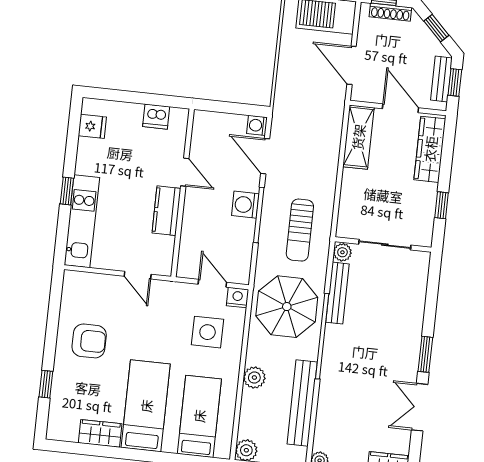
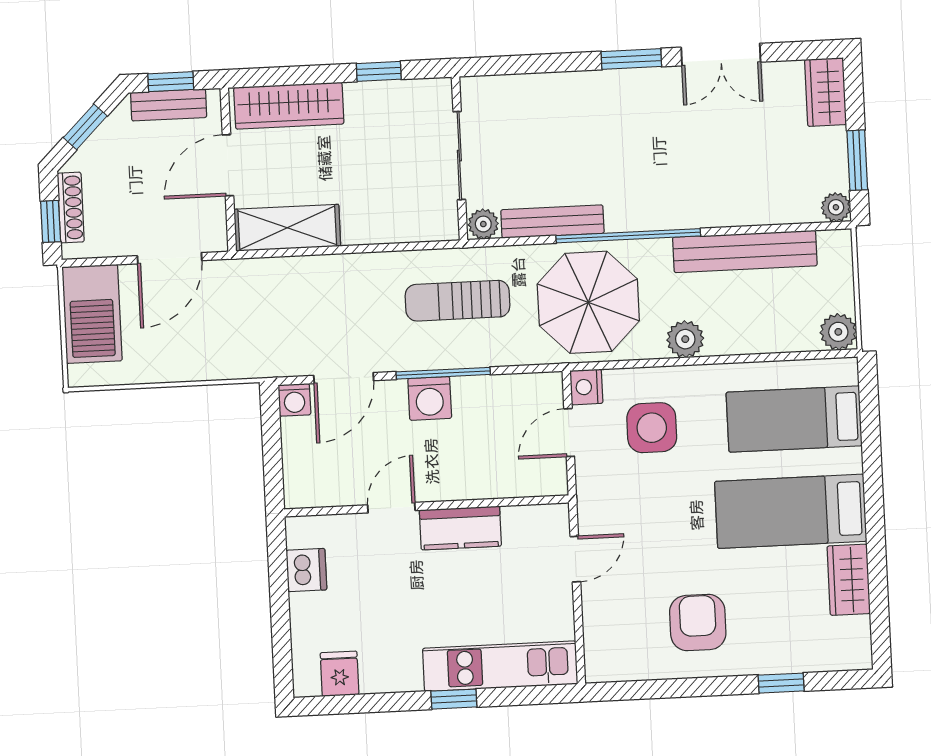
sun lounger: (300, 230) -> (457, 301), turned 180
plant: (254, 378) -> (685, 339), moved

